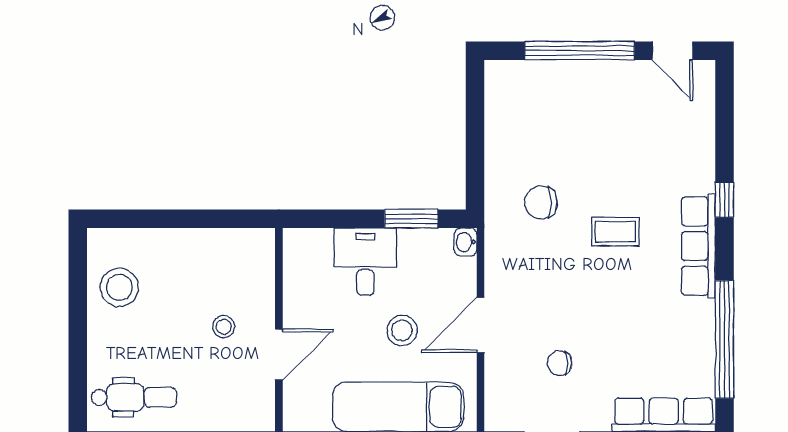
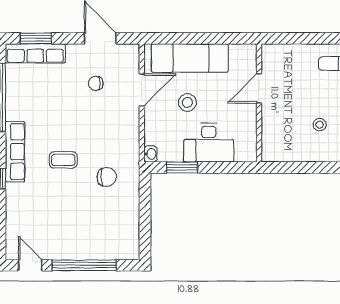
desk: (365, 262) -> (209, 143), width x1.37
door: (481, 325) -> (142, 90), moved
stool: (224, 327) -> (320, 125), moved
chair: (560, 363) -> (96, 83), turned 180

